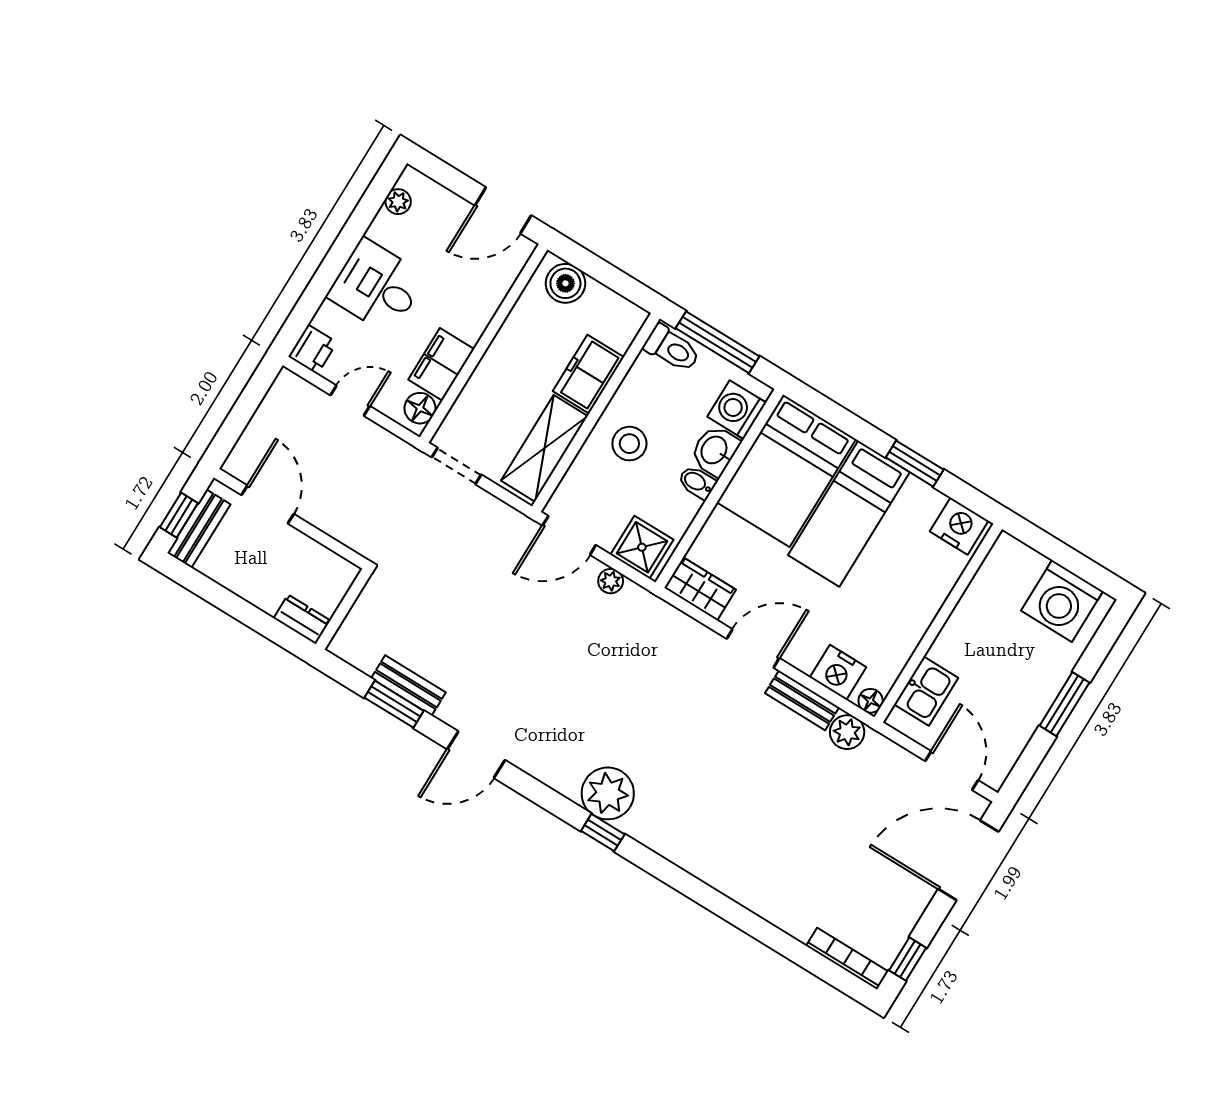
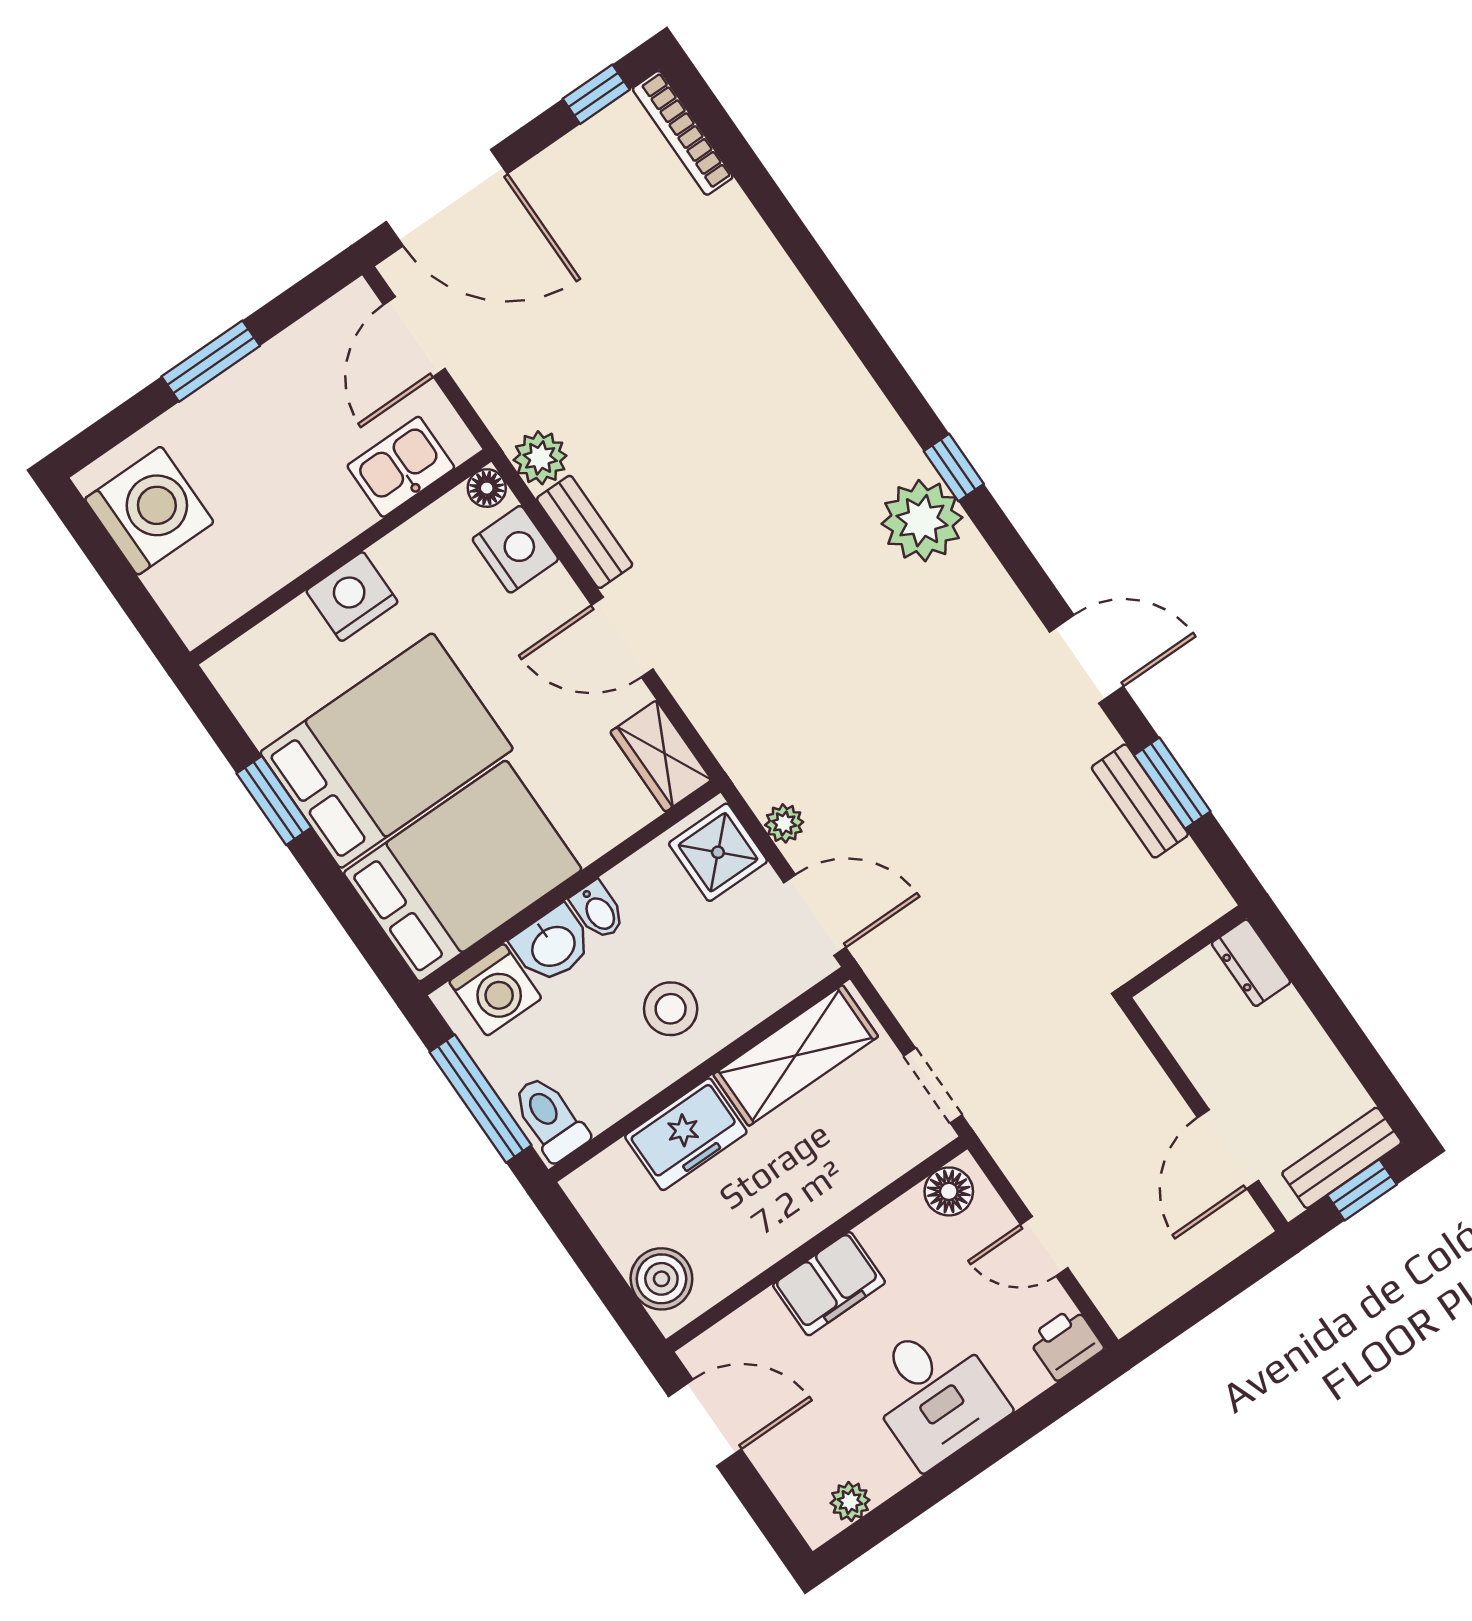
filing cabinet: (441, 364) -> (829, 1284), moved
bed: (849, 514) -> (387, 751), width x1.50
nightstand: (959, 526) -> (352, 597), moved, turned 90

